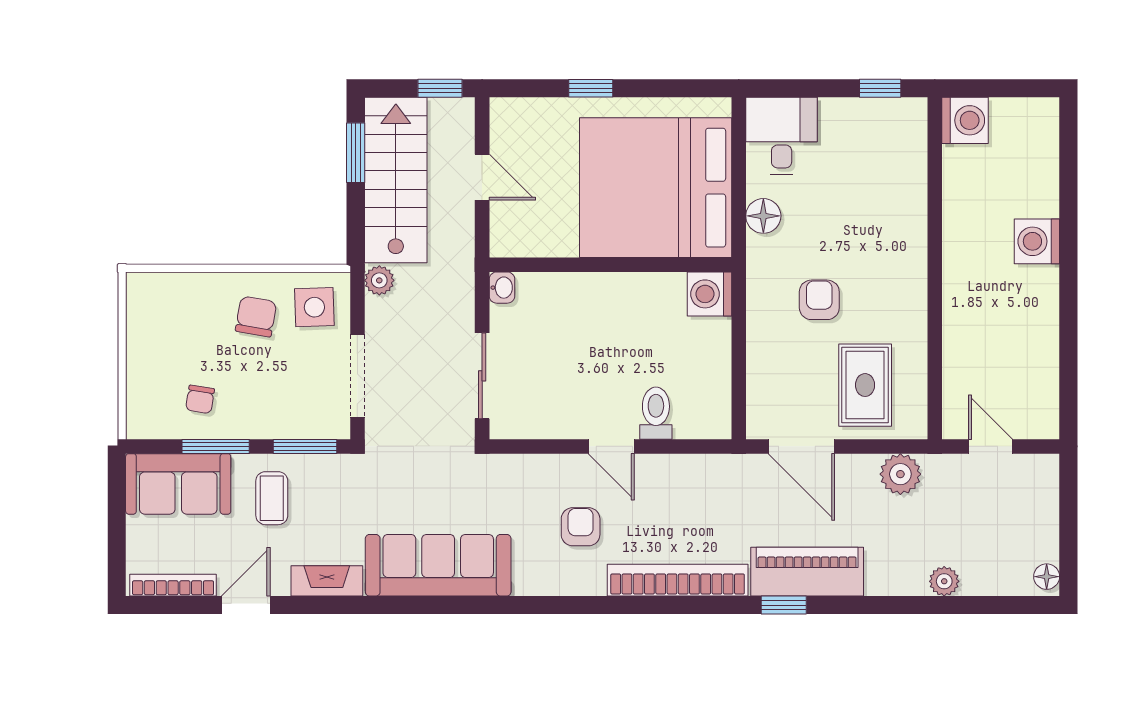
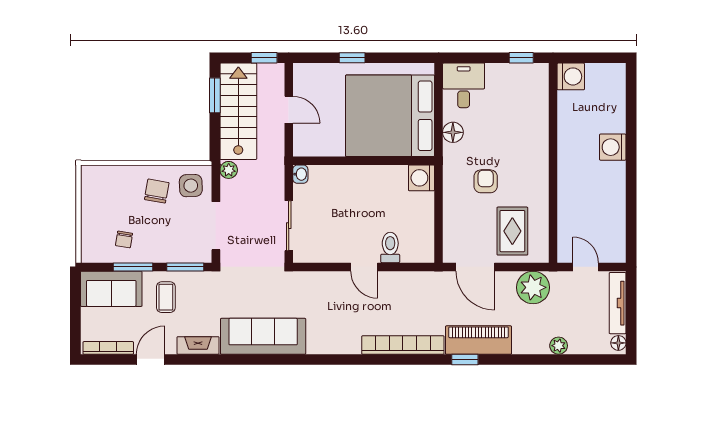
plant: (900, 474) -> (533, 287), width x1.36, depth x1.36
tv unit: (1045, 508) -> (618, 303), added
armchair: (581, 527) -> (346, 314), removed

